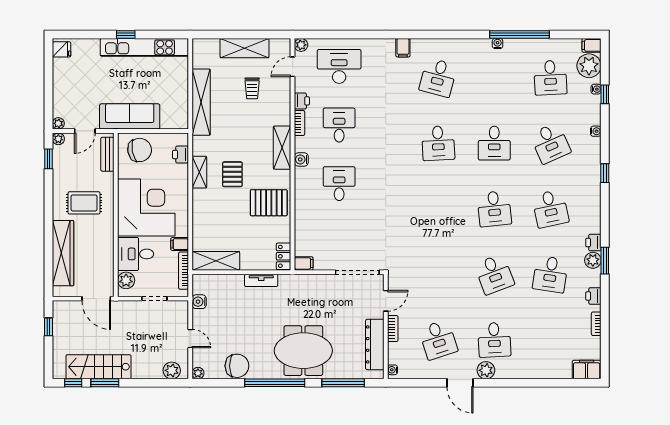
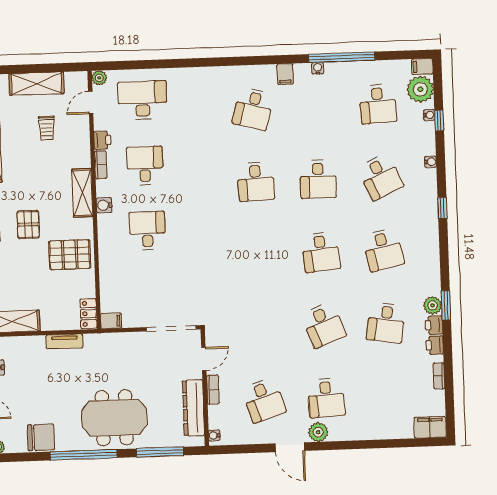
filing cabinet: (403, 48) -> (285, 74), moved
printer: (593, 243) -> (434, 325), moved

